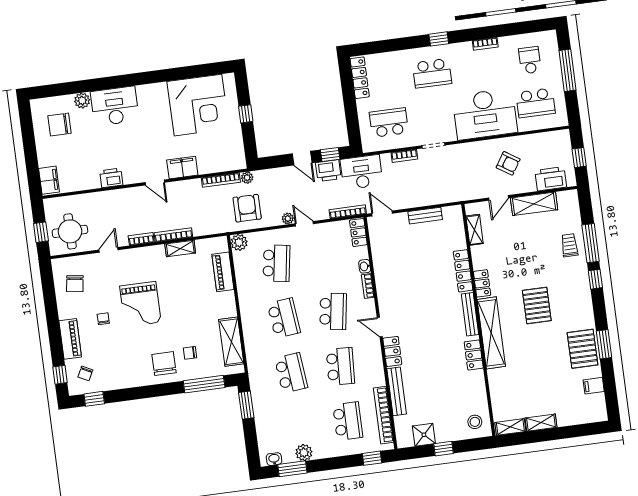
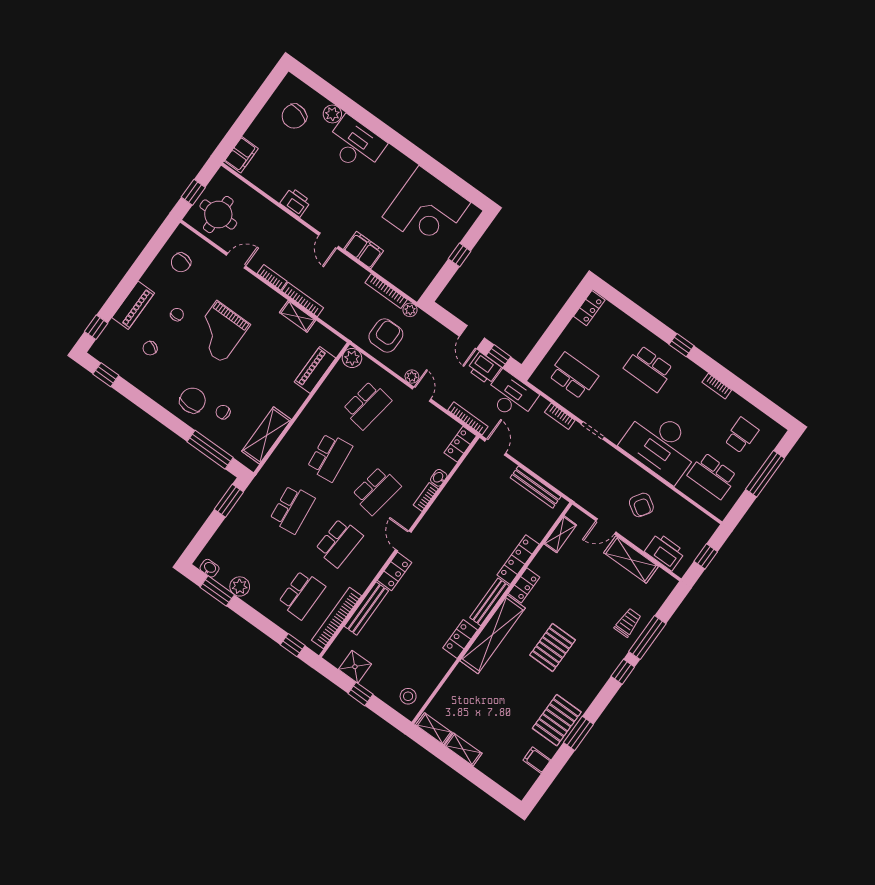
locker: (360, 78) -> (589, 308), width x0.66
chair: (59, 125) -> (294, 116), turned -75
bench: (425, 216) -> (536, 487), width x1.36
chair: (85, 373) -> (150, 348), moved

